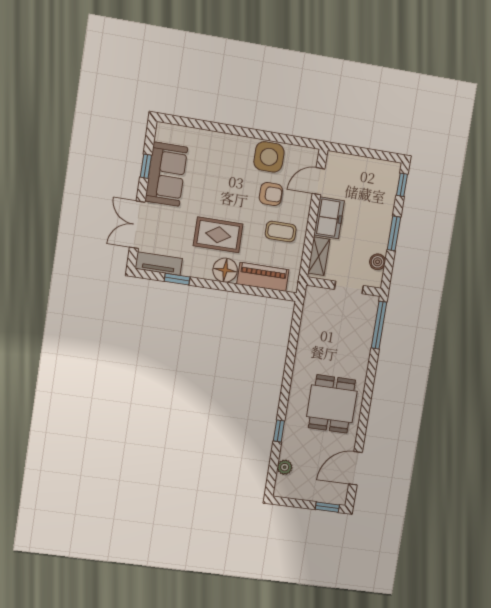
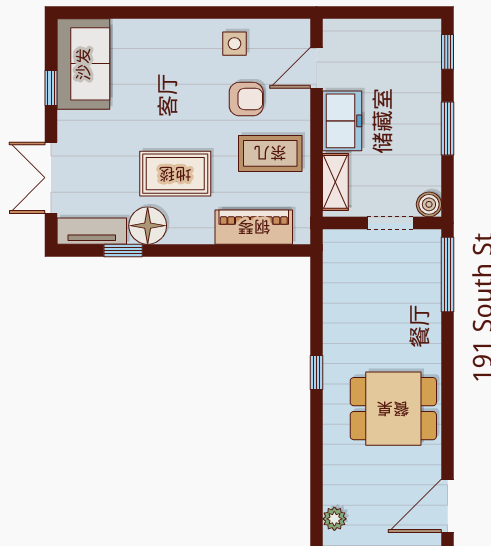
side table: (269, 157) -> (234, 44), width x0.54, depth x0.54
sofa: (166, 174) -> (83, 64), moved
coffee table: (281, 231) -> (270, 153), width x1.36, depth x1.30
boiler: (378, 262) -> (429, 204), moved
floor lamp: (225, 270) -> (148, 226), moved
dining table: (332, 404) -> (393, 409), turned 90
window: (279, 431) -> (316, 373), moved

